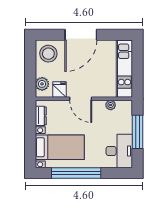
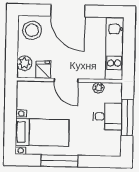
door: (81, 35) -> (68, 11), hinge flipped
dresser: (41, 116) -> (22, 98), removed
desk: (119, 151) -> (107, 117), moved, width x0.73
window: (76, 173) -> (59, 161), width x0.68

